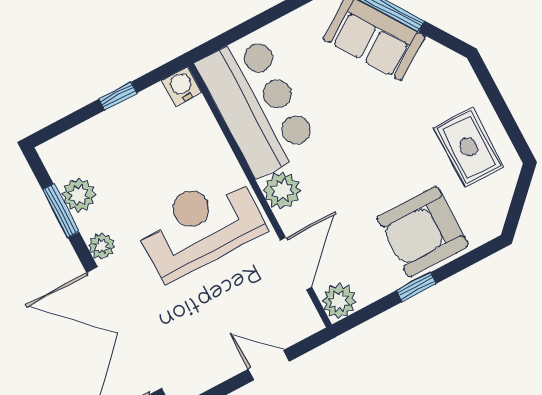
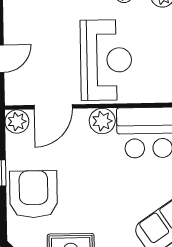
door: (296, 264) -> (53, 107), hinge flipped

